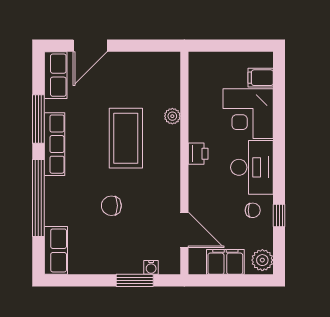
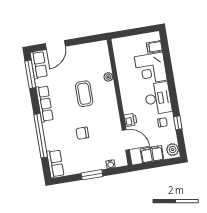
window: (38, 119) -> (30, 74), moved
coffee table: (126, 138) -> (84, 94), width x0.73, depth x0.76
printer: (198, 154) -> (130, 120), moved
window: (135, 280) -> (92, 175), moved

